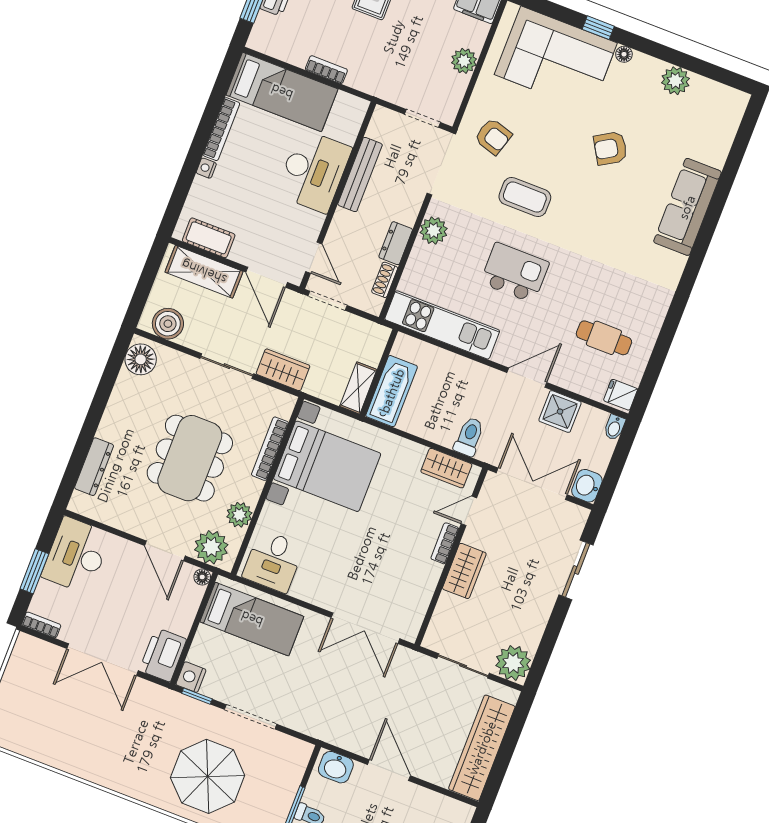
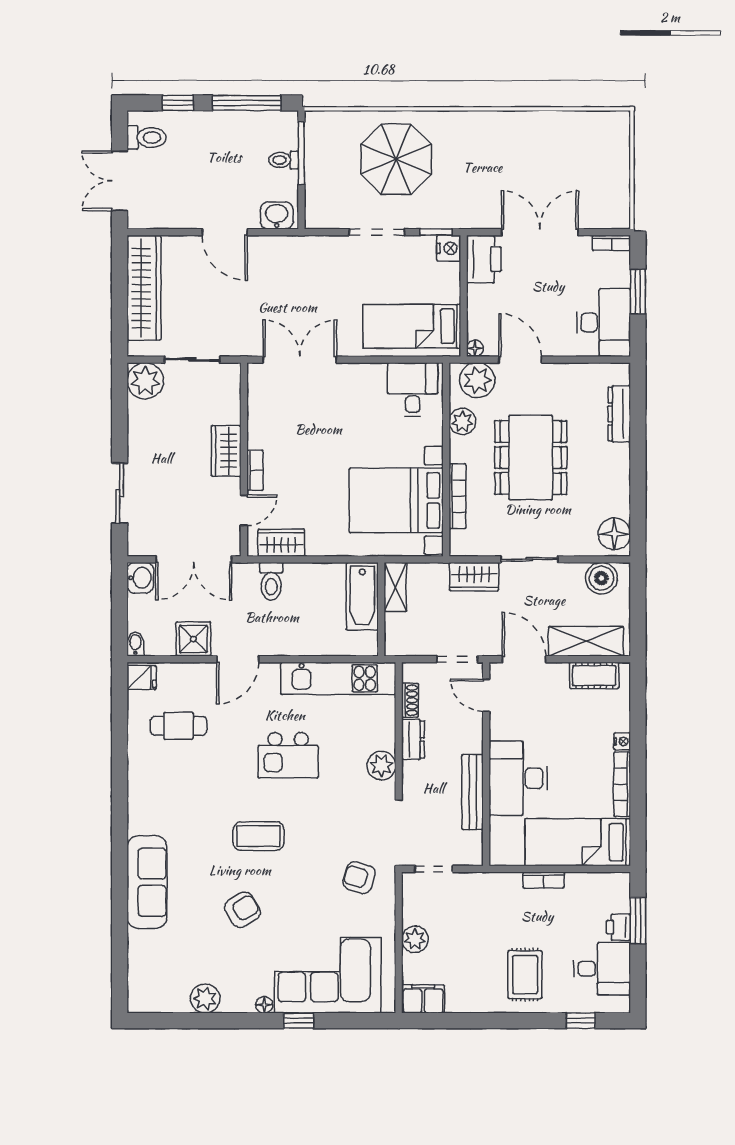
coffee table: (525, 197) -> (258, 836), moved

